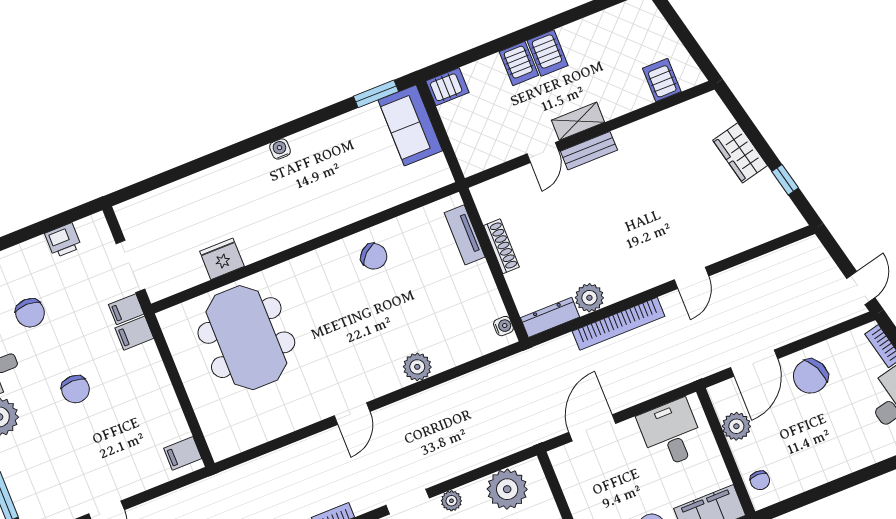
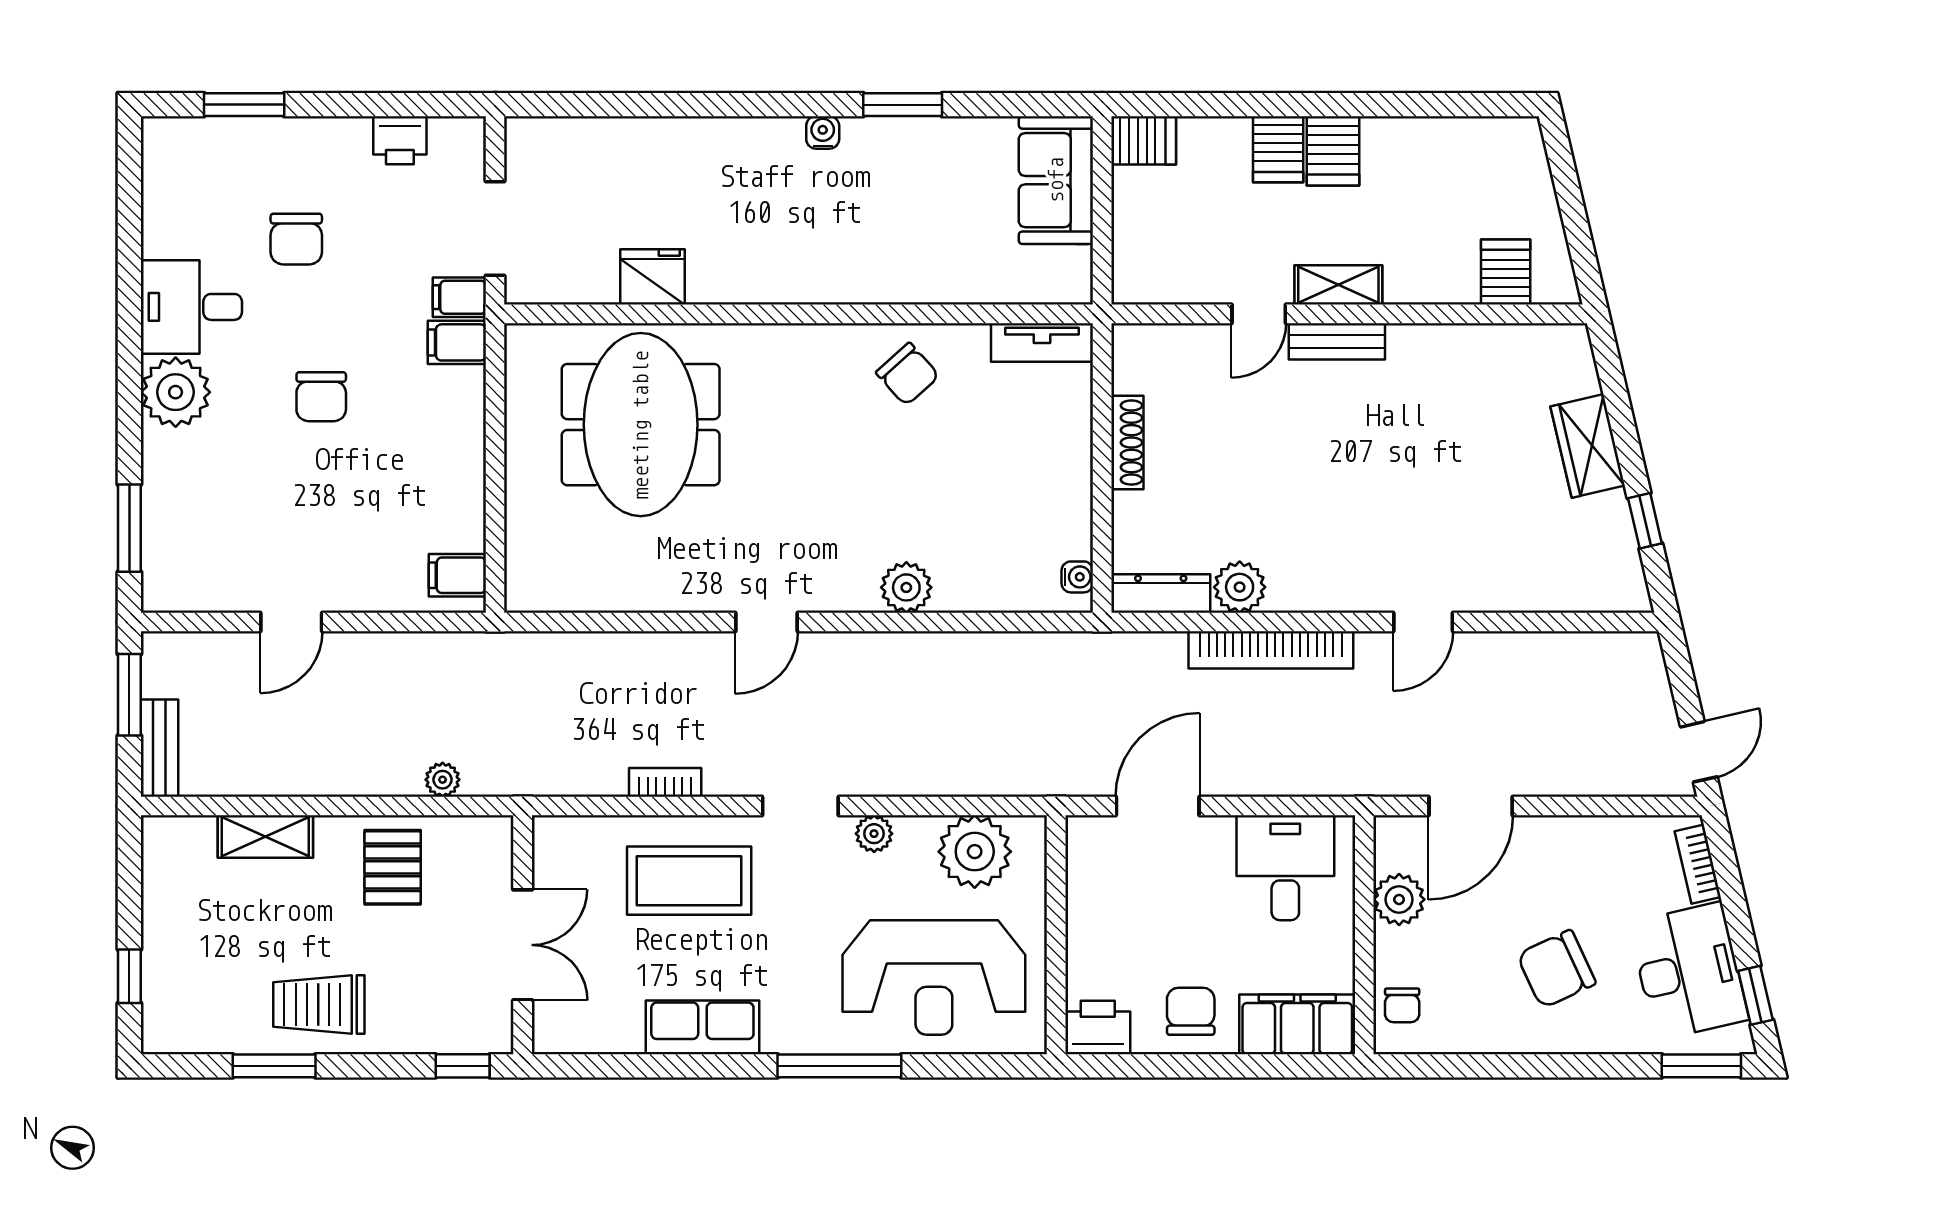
window: (376, 94) -> (903, 105), moved
tv unit: (465, 235) -> (1042, 342), moved, turned -90
chair: (810, 376) -> (1556, 969), moved

